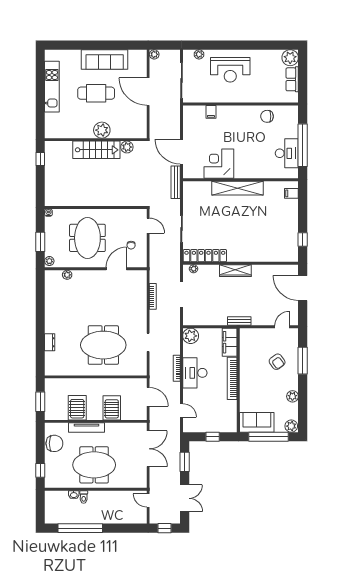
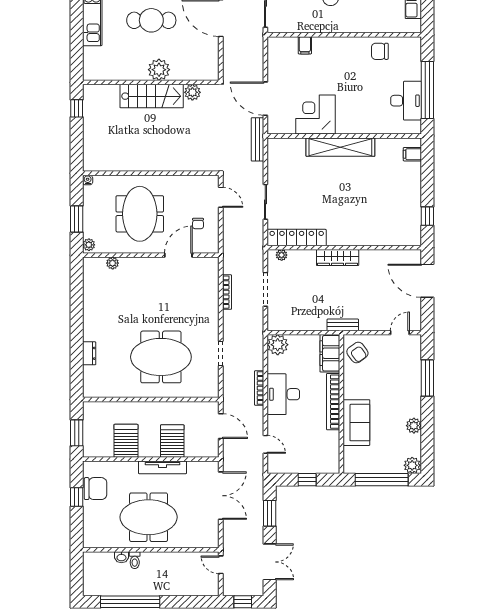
armchair: (277, 362) -> (357, 353), moved
sofa: (257, 422) -> (356, 423), moved, turned 90
tv unit: (87, 428) -> (162, 467), moved
window: (40, 470) -> (77, 497), moved

